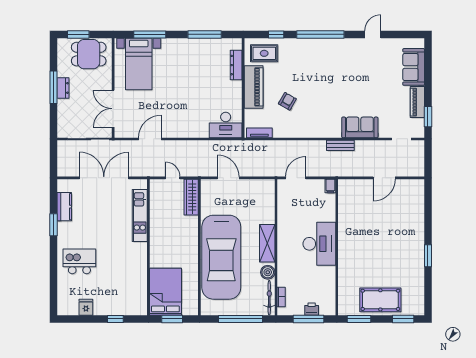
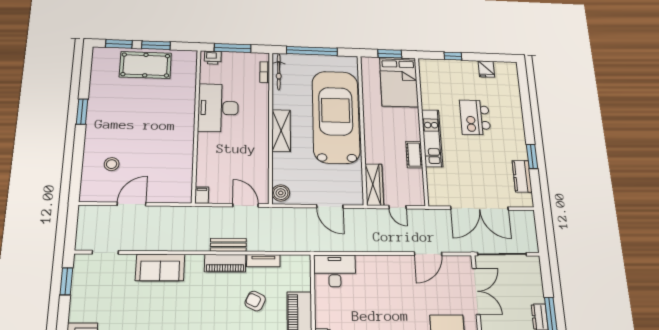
armchair: (287, 101) -> (255, 301), turned 86
piano: (417, 102) -> (225, 263), moved, turned 90
tv unit: (259, 133) -> (263, 261), moved
bench: (340, 145) -> (228, 245), moved
door: (296, 178) -> (246, 205), swing flipped
stool: (402, 211) -> (112, 164), added
kitchen unit: (140, 216) -> (432, 138), moved
cot: (156, 224) -> (414, 155), added
desk: (319, 244) -> (218, 108), moved
kitchen island: (79, 261) -> (475, 117), moved, turned 90
boiler: (268, 272) -> (281, 193), moved
printer: (312, 309) -> (213, 58), moved
window: (359, 319) -> (156, 45), moved

